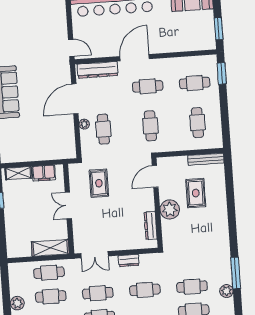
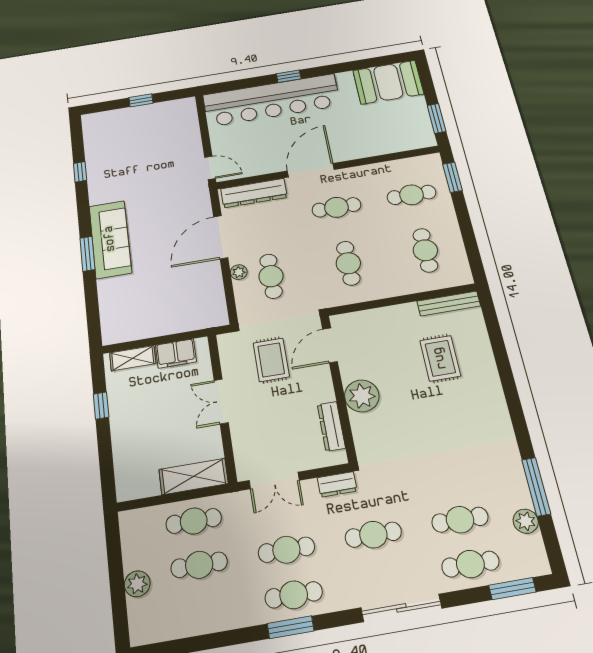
door: (155, 176) -> (330, 345), moved
wall: (157, 203) -> (338, 387), moved
plant: (170, 209) -> (362, 396), moved
dresser: (151, 226) -> (331, 426), moved

